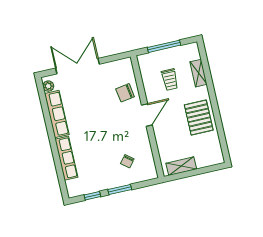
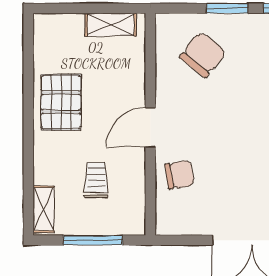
shelving: (198, 73) -> (44, 209), moved
chair: (127, 161) -> (203, 55), width x1.87, depth x1.87

